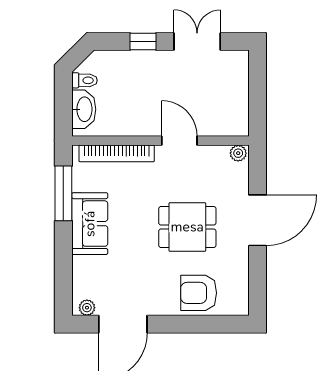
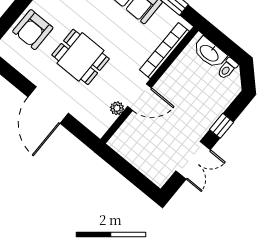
plant: (238, 153) -> (117, 108), moved
dining table: (187, 227) -> (81, 57), turned 90
armchair: (199, 293) -> (33, 30), turned 180

